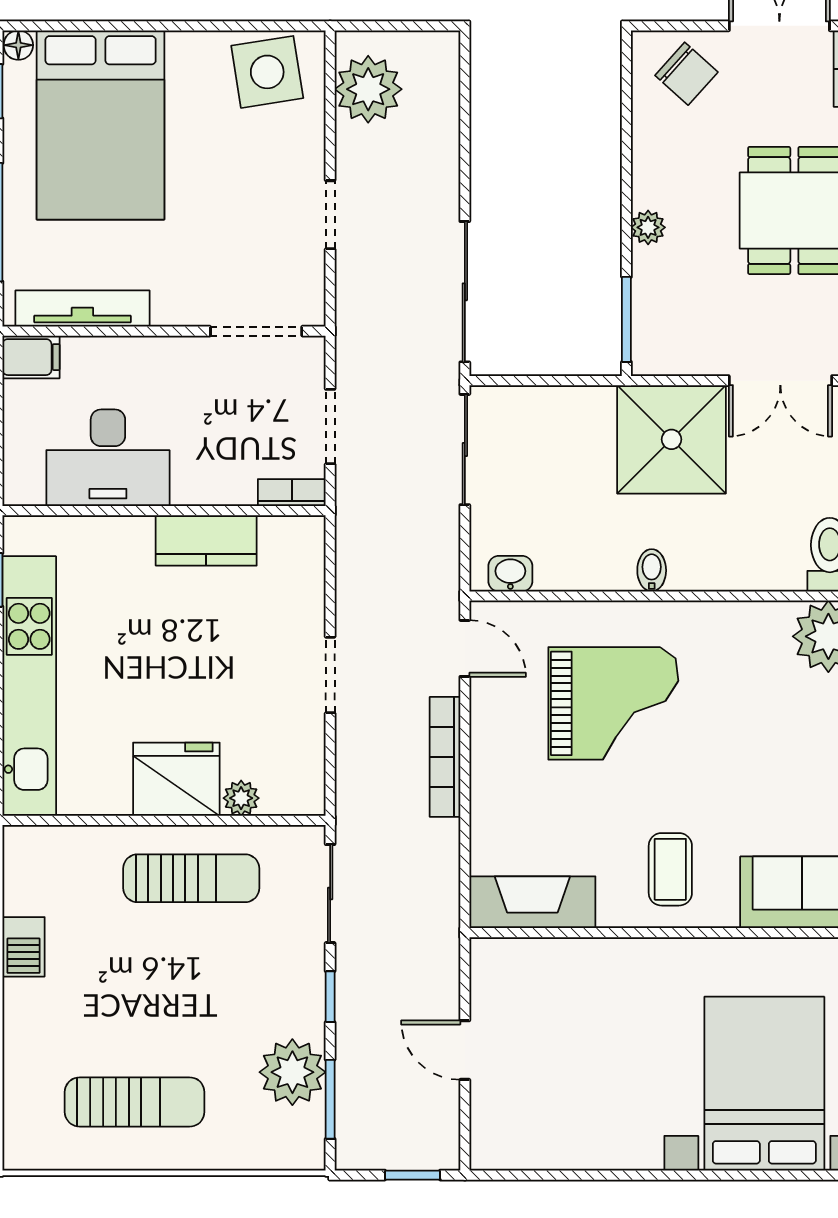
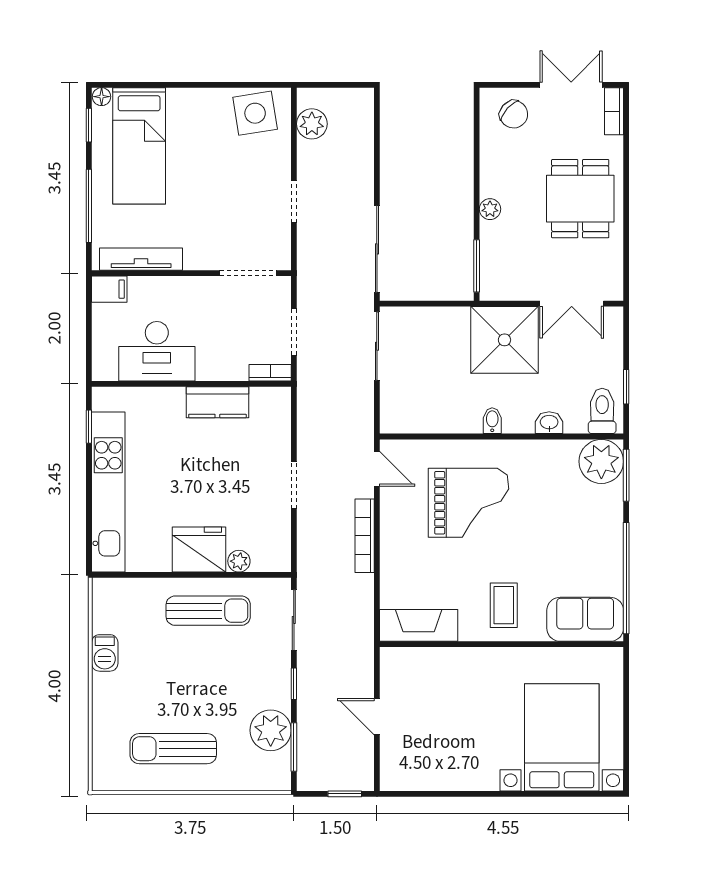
plant: (368, 89) -> (312, 124), width x0.73, depth x0.73
bed: (101, 125) -> (139, 146), width x0.67
washbasin: (510, 574) -> (549, 423), moved
sun lounger: (135, 1102) -> (173, 749), turned 180

